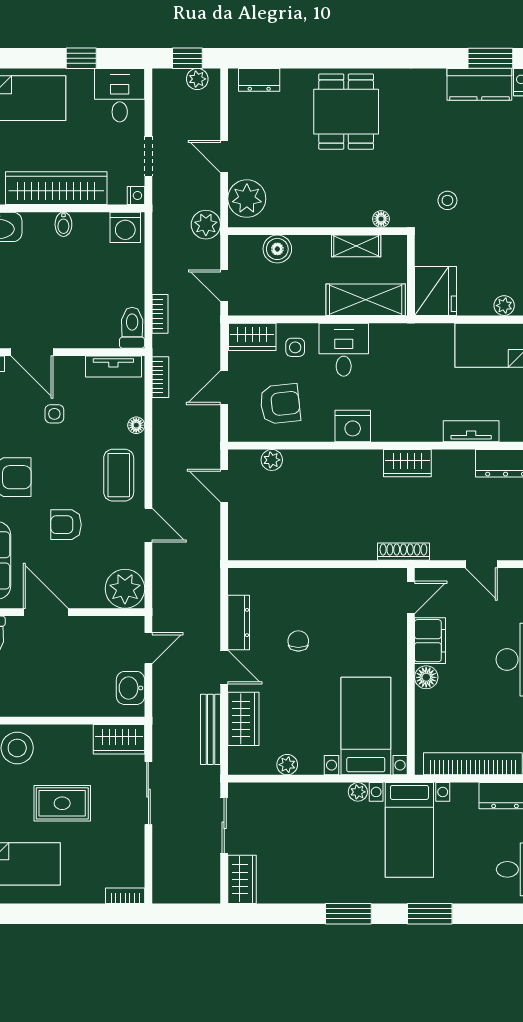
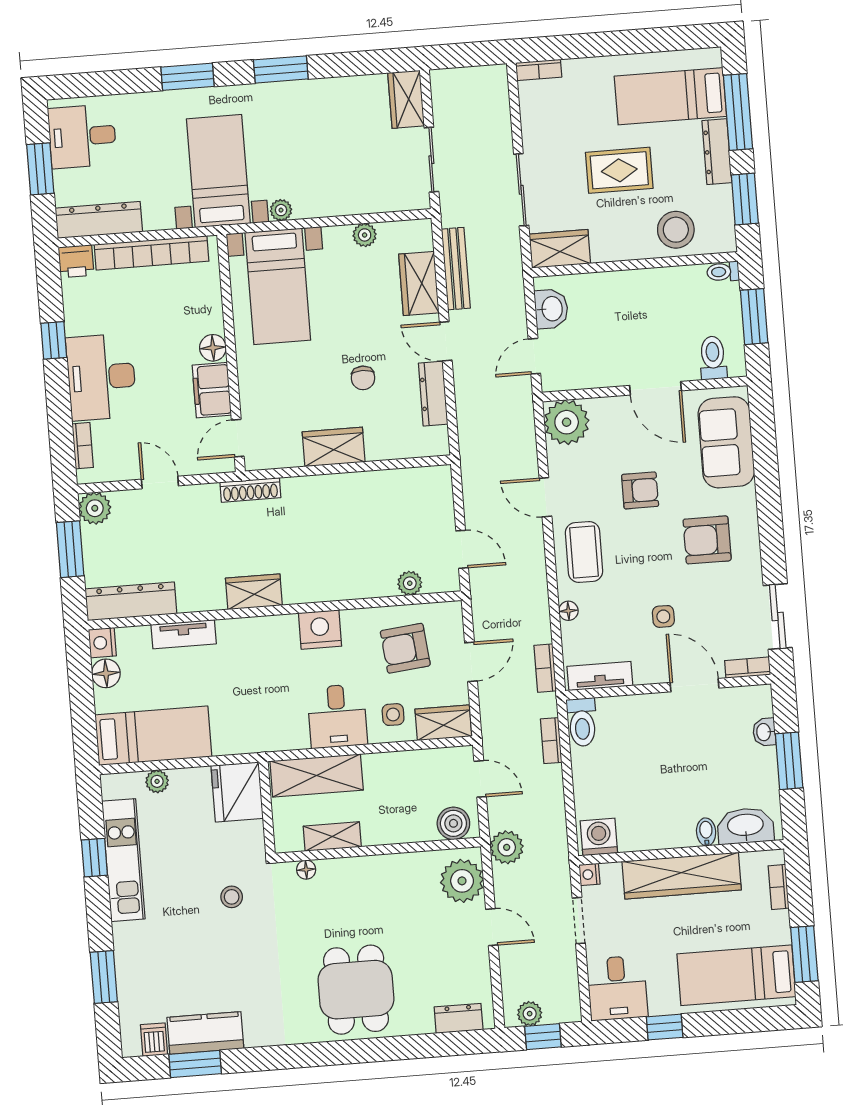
bidet: (63, 224) -> (706, 832), moved
boiler: (277, 249) -> (453, 823), moved
wardrobe: (328, 583) -> (334, 447), added

